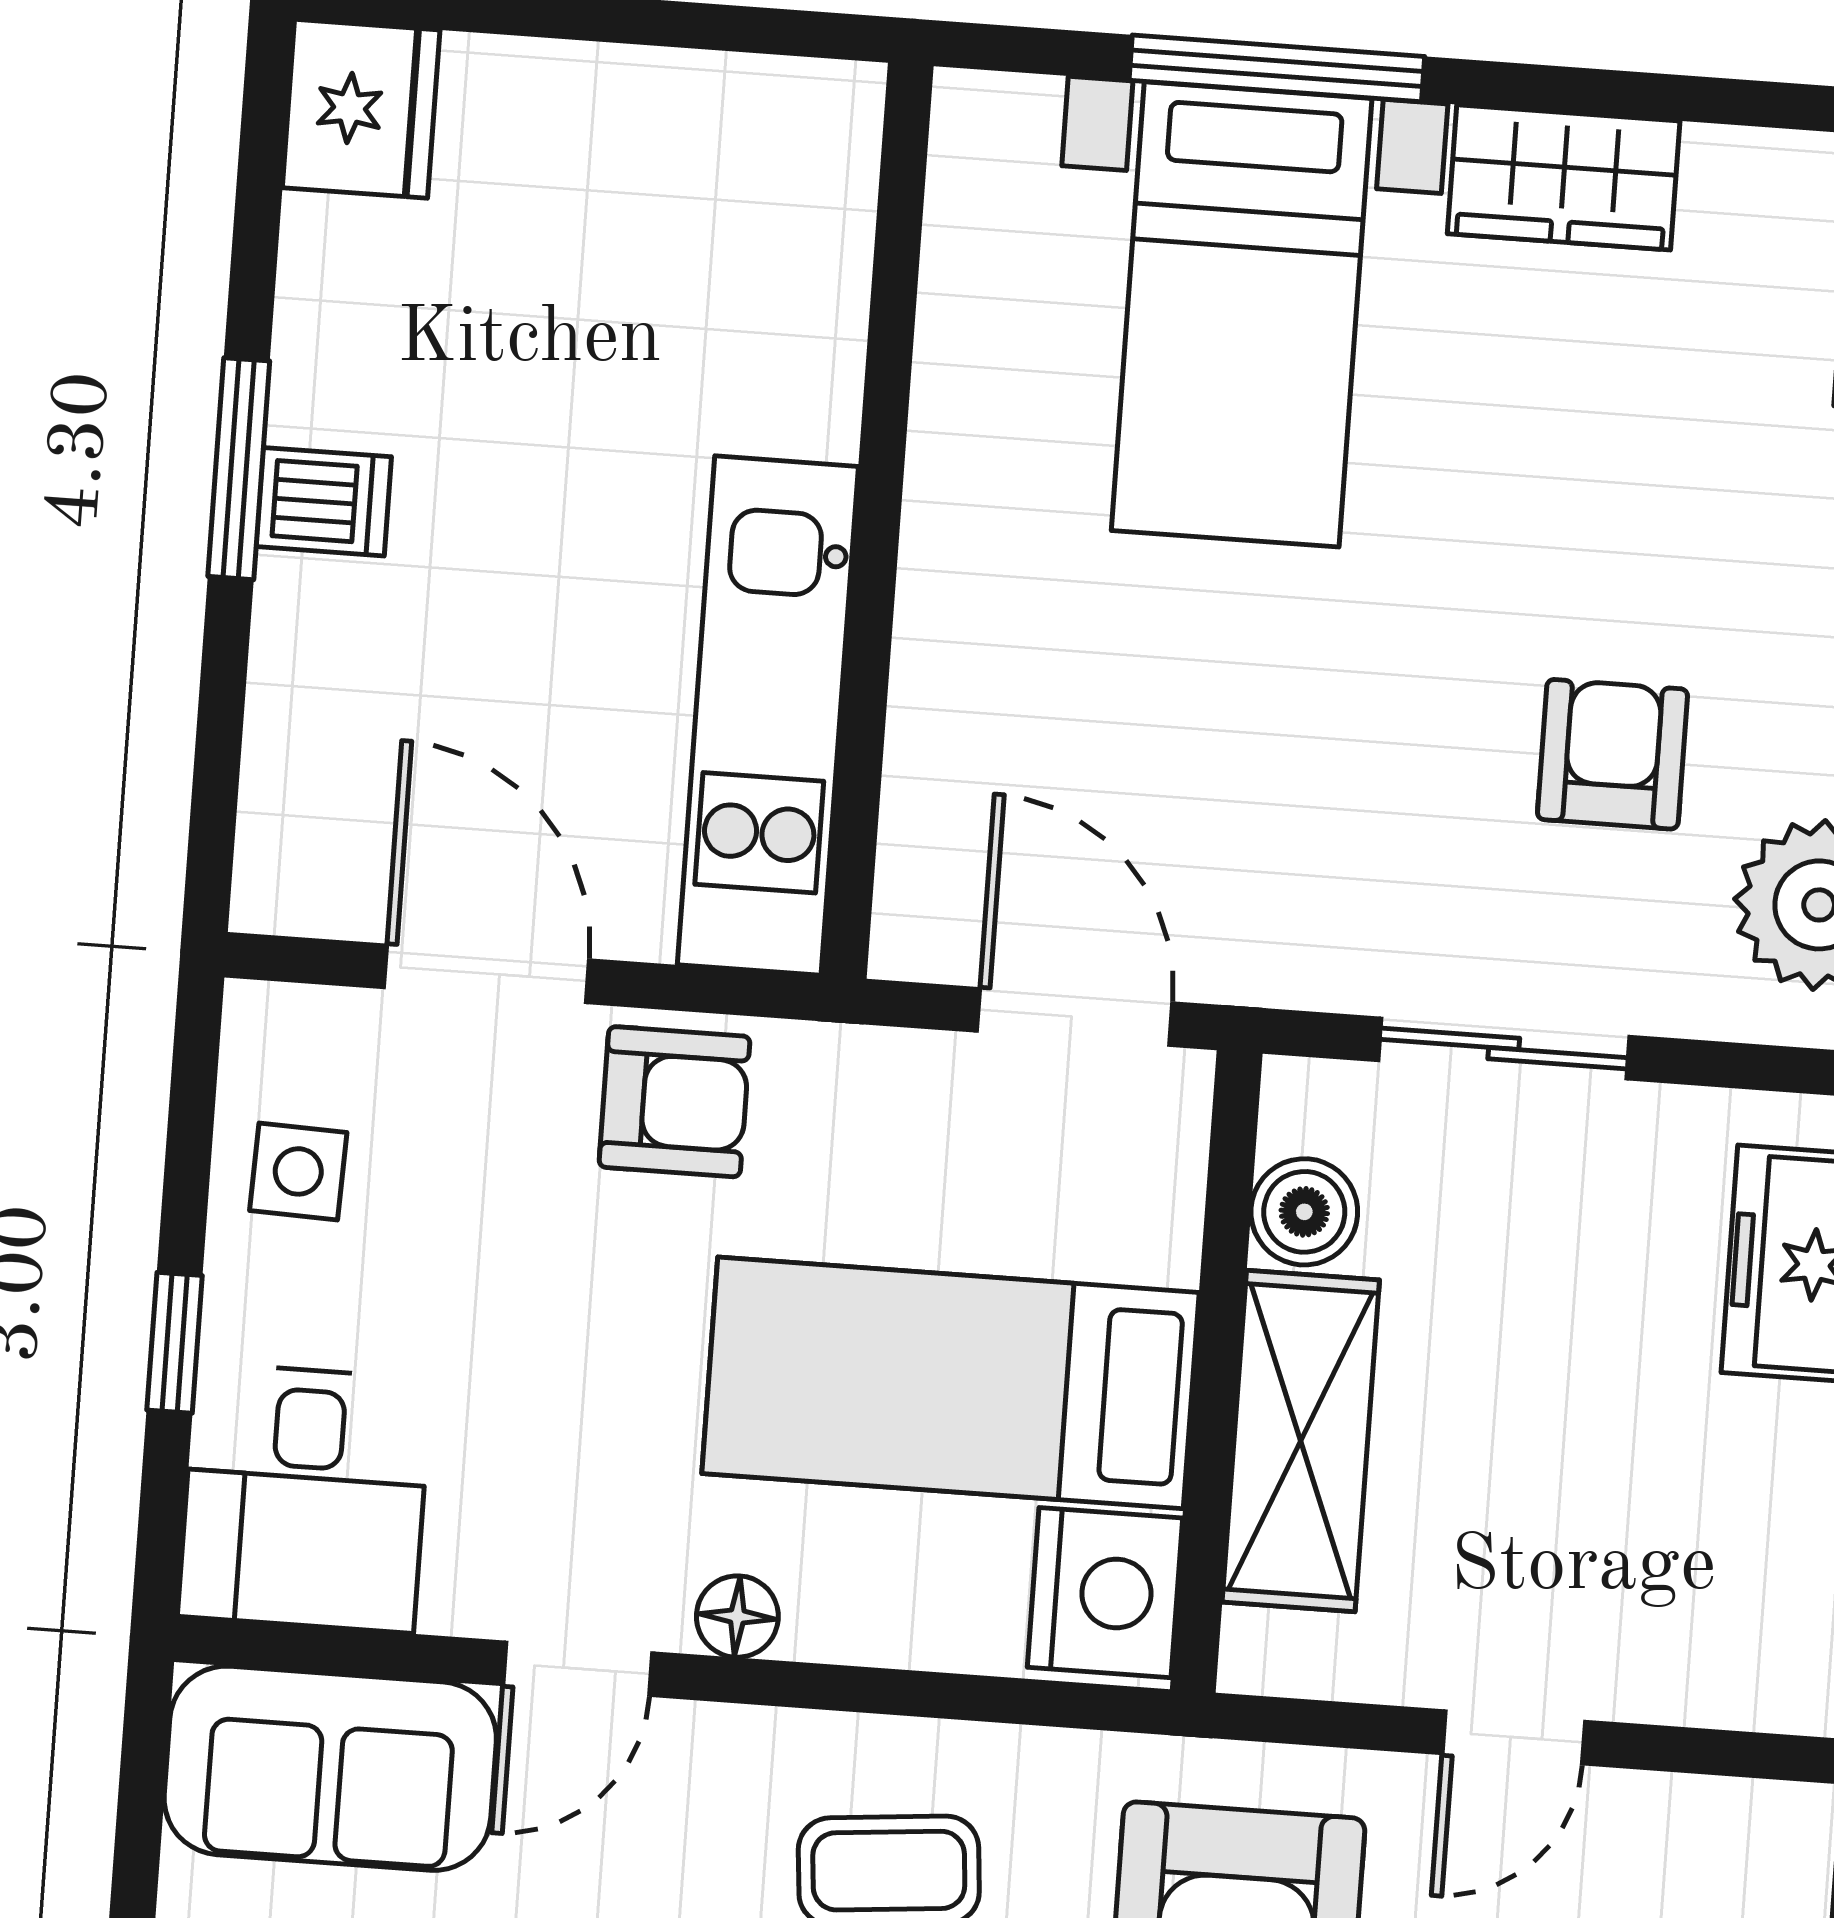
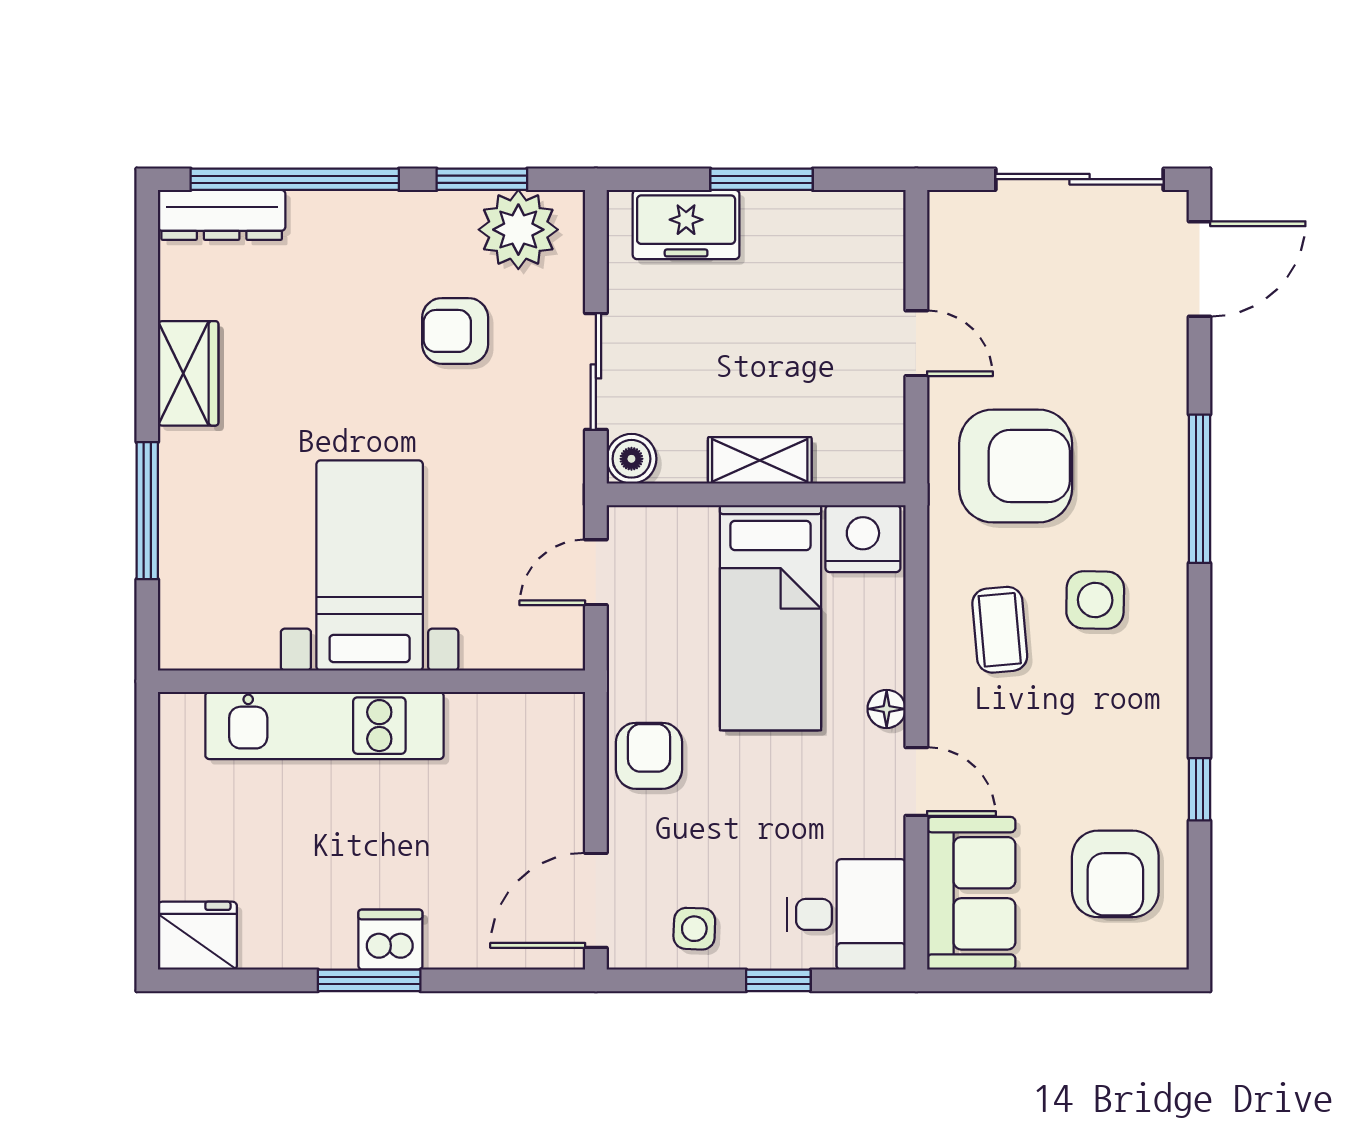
bed with nightstands: (1242, 314) -> (370, 566), moved, turned -90
dishwasher: (324, 502) -> (390, 940), width x1.38
kitchen unit: (768, 716) -> (324, 726), moved
door: (487, 974) -> (596, 900), moved
door: (1075, 1017) -> (596, 572), width x0.73
boiler: (1304, 1212) -> (631, 459), moved
shelving: (1301, 1441) -> (760, 460), width x0.67, depth x0.75

